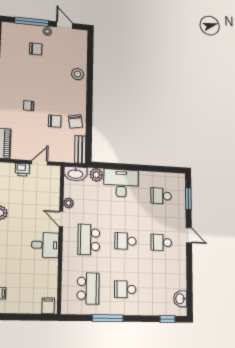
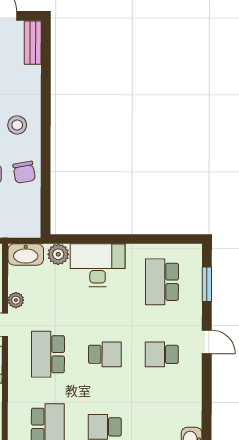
stool: (78, 74) -> (17, 125), moved
bench: (80, 149) -> (33, 43), moved
school desk: (161, 196) -> (162, 282), width x1.85
school desk: (125, 241) -> (105, 354), turned 180

